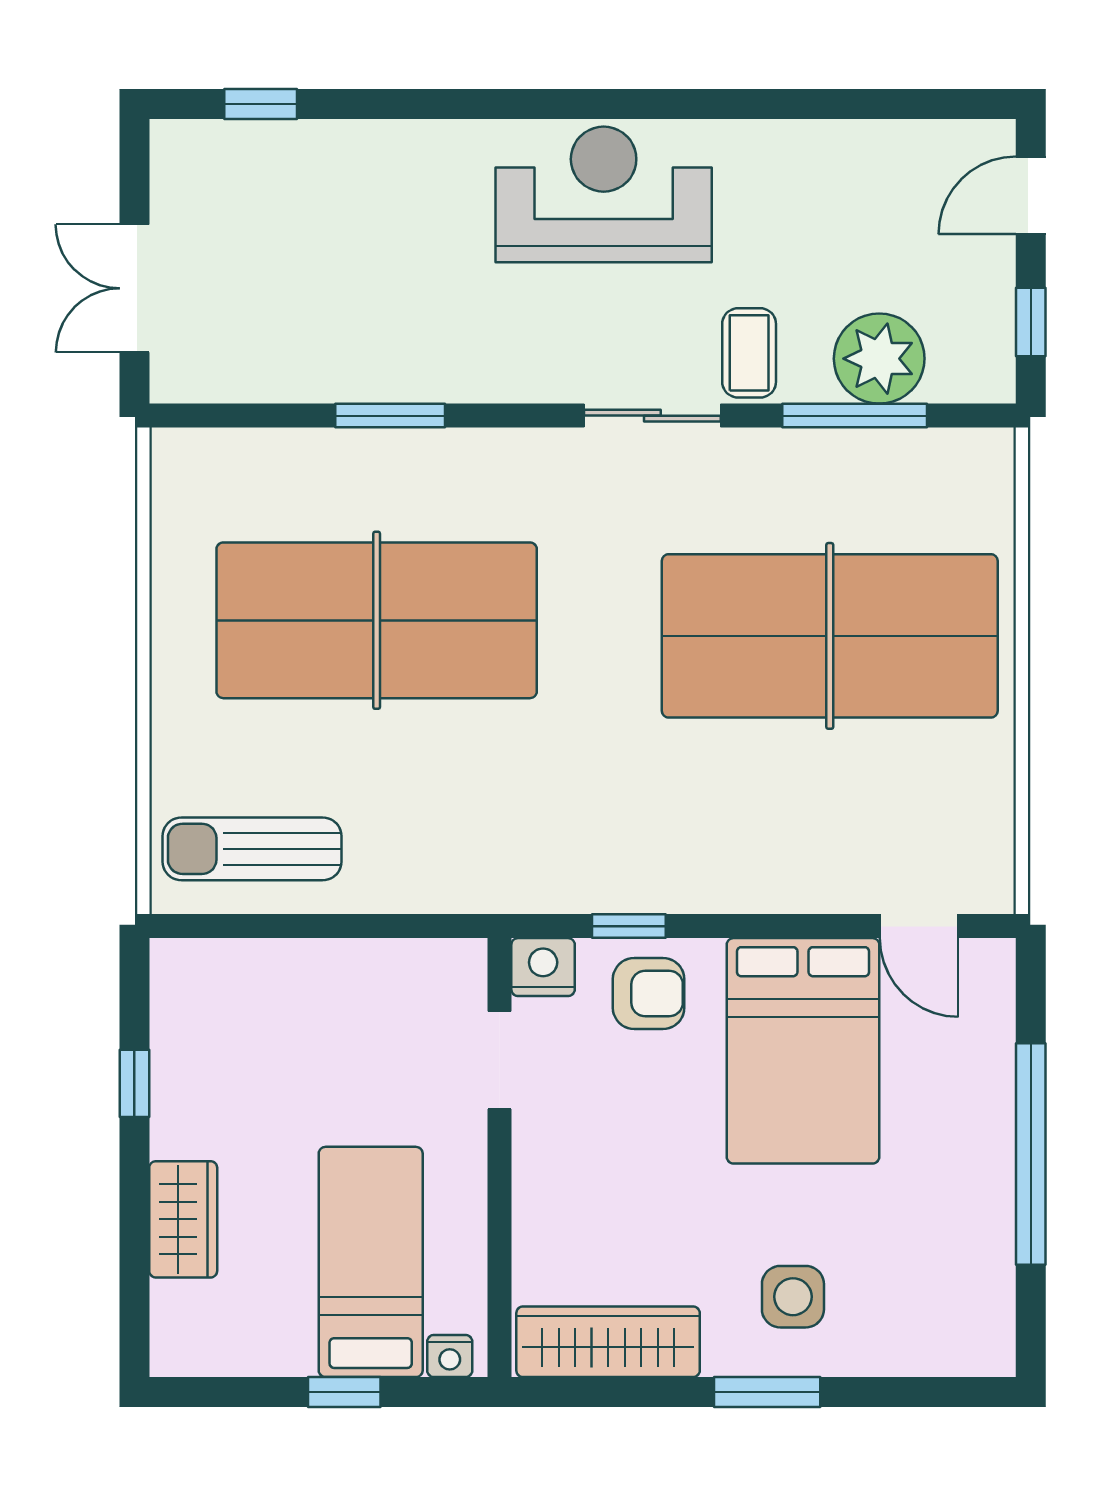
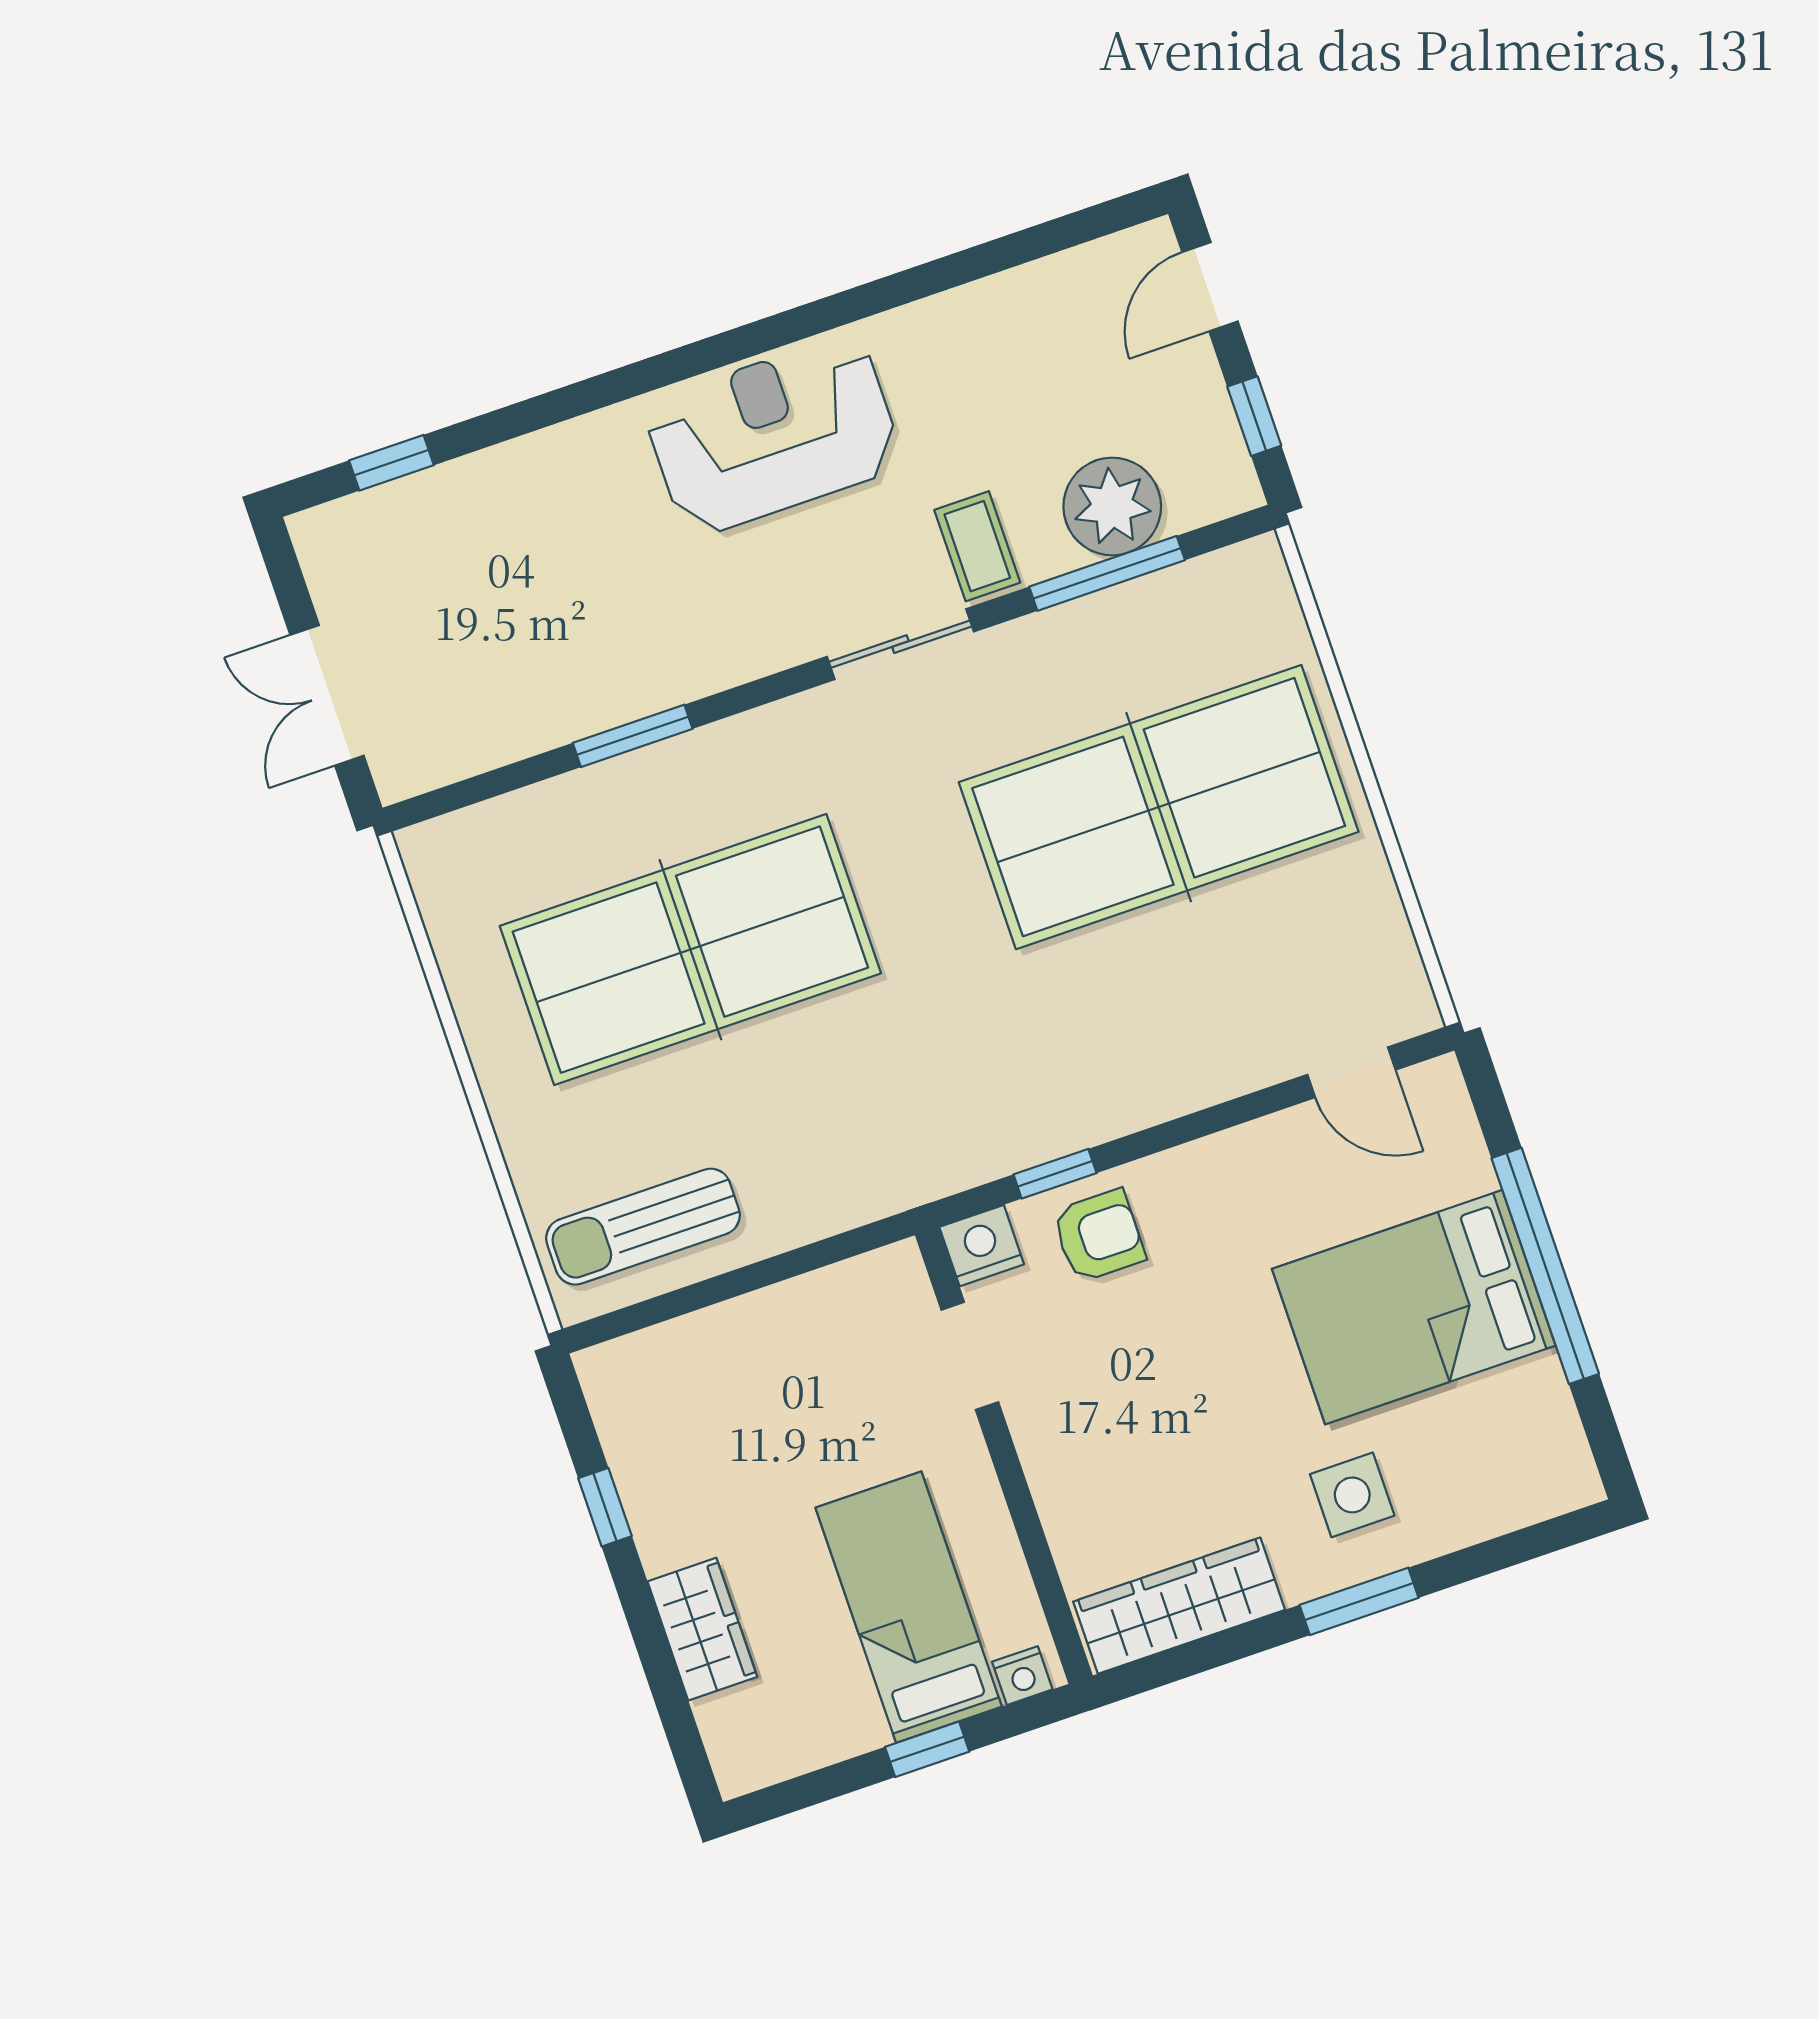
bed: (803, 1051) -> (1414, 1307), moved, turned 90

